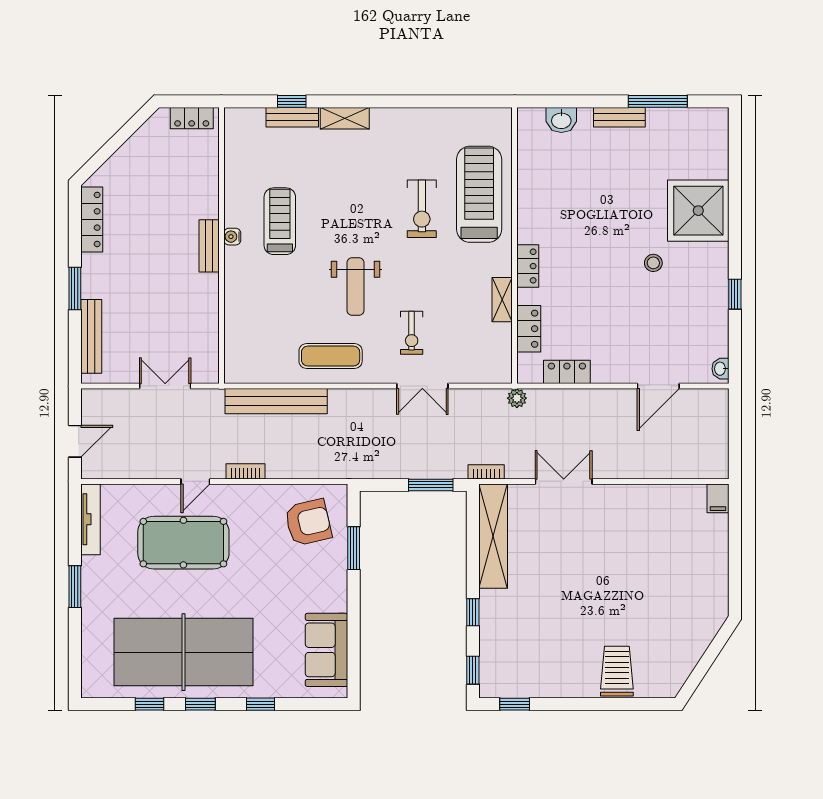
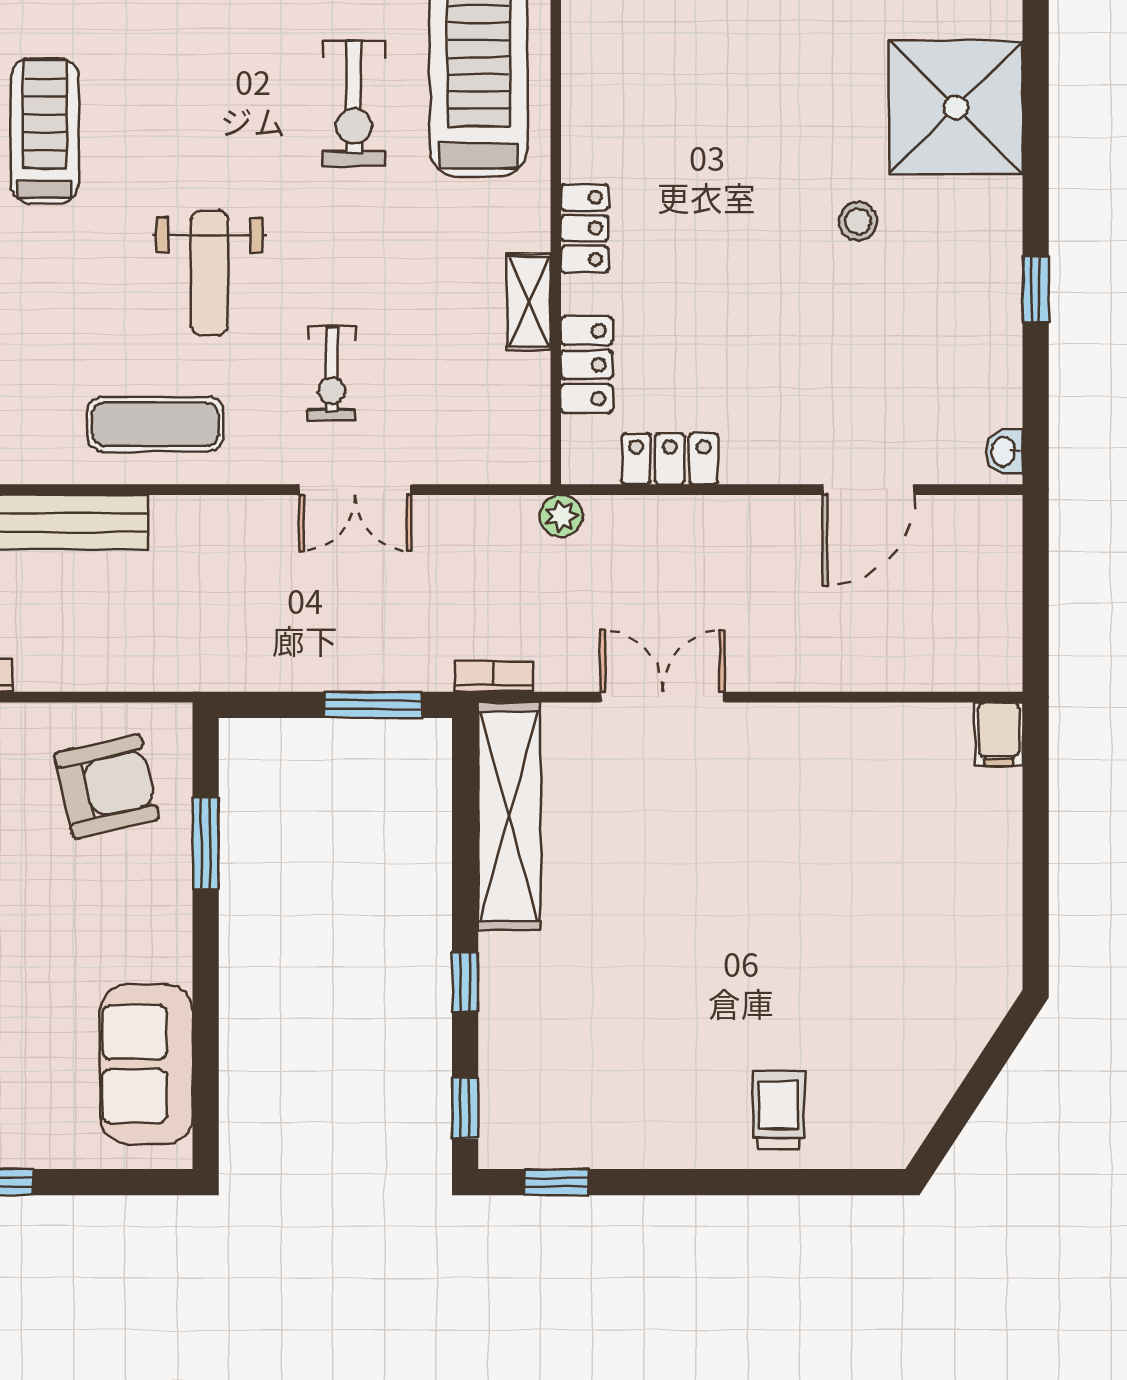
trolley: (617, 671) -> (779, 1110), width x0.73, depth x0.72

